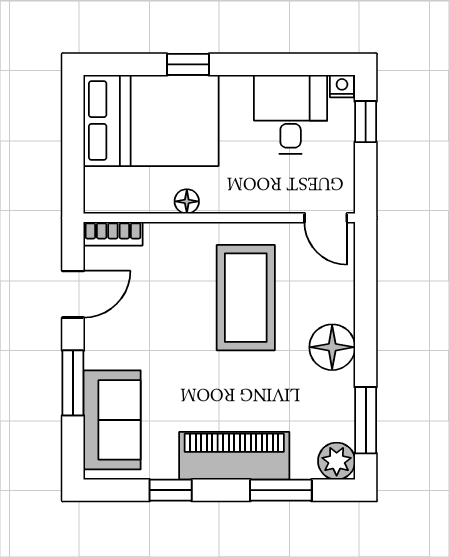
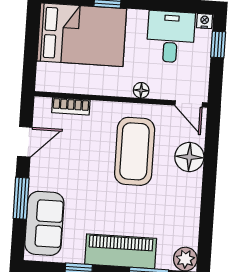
floor lamp: (187, 201) -> (141, 90), moved
bookcase: (113, 234) -> (71, 106), moved
floor lamp: (332, 347) -> (189, 157), moved
window: (366, 420) -> (206, 234), removed

